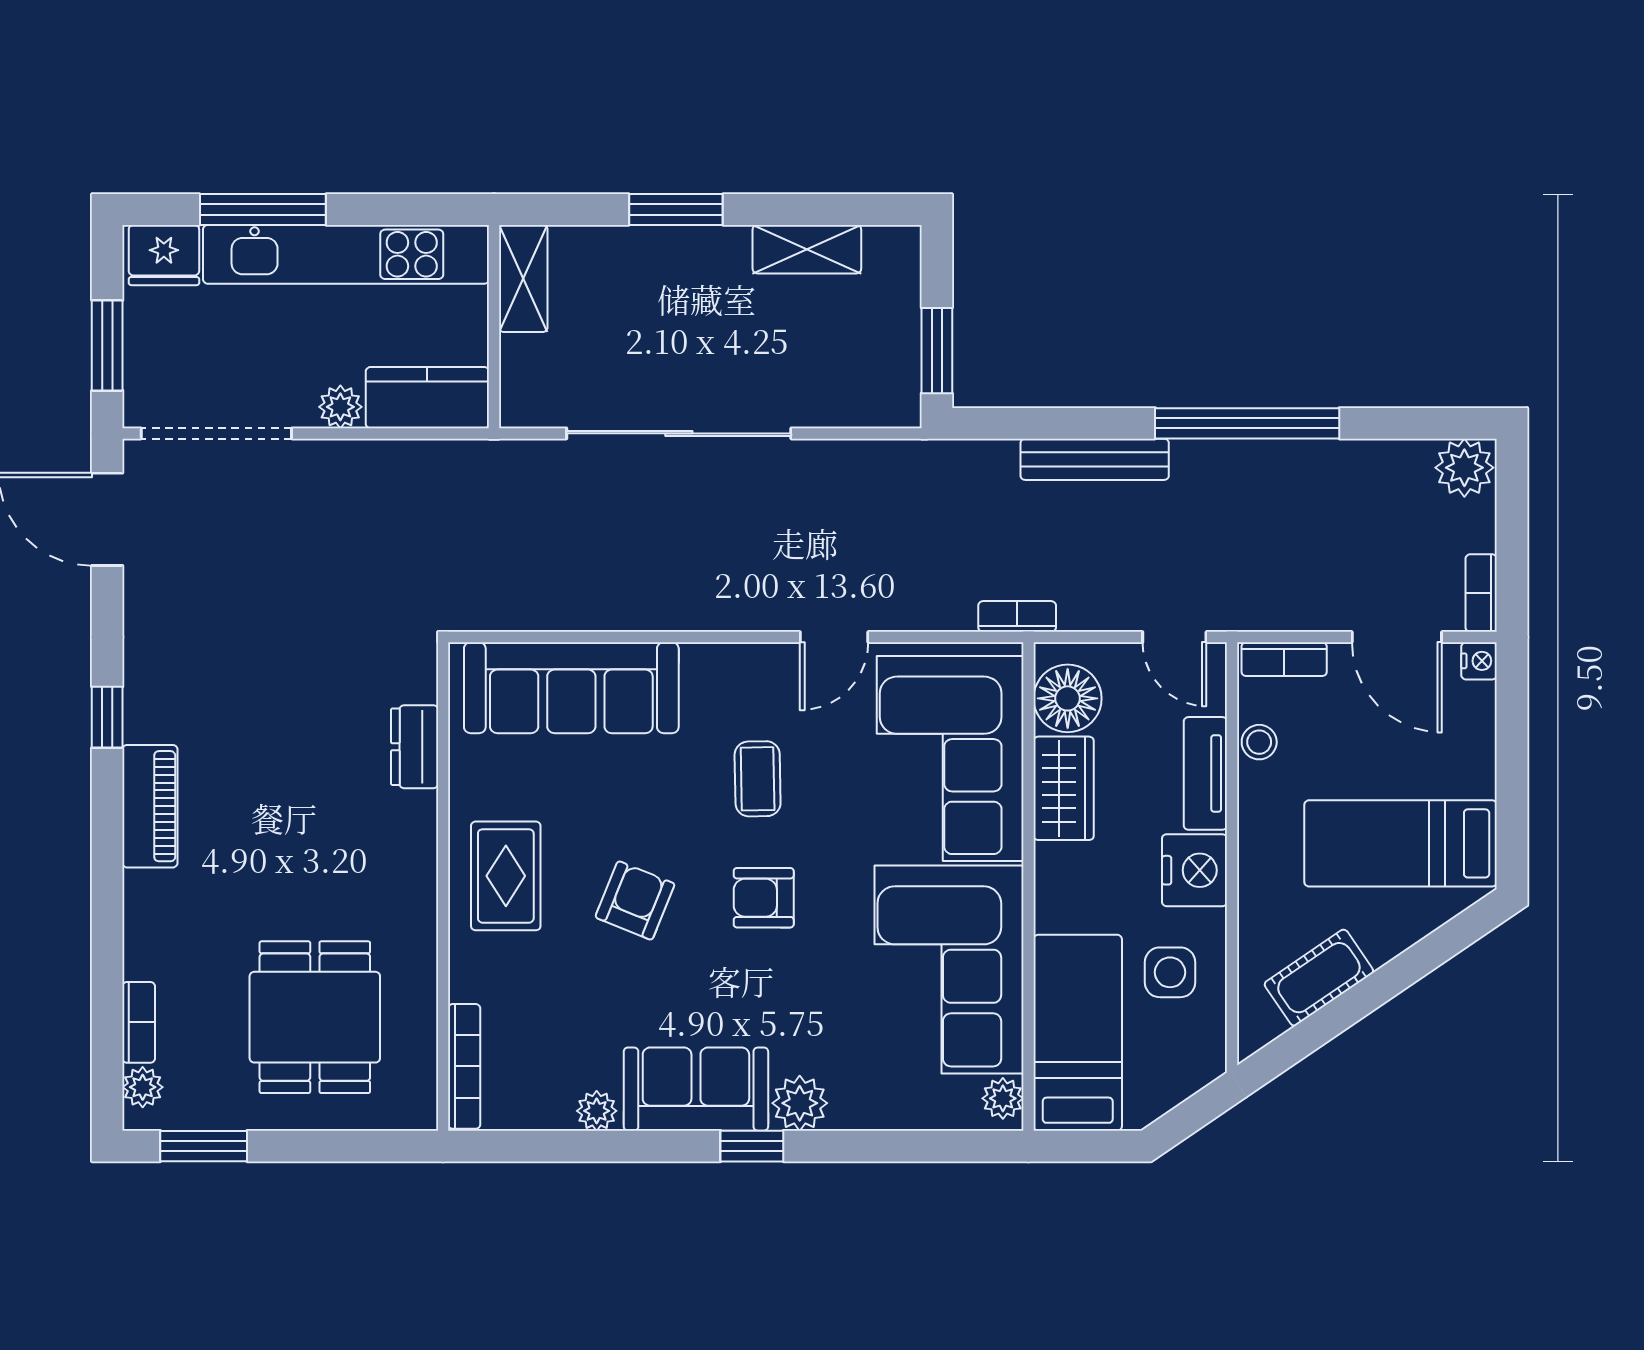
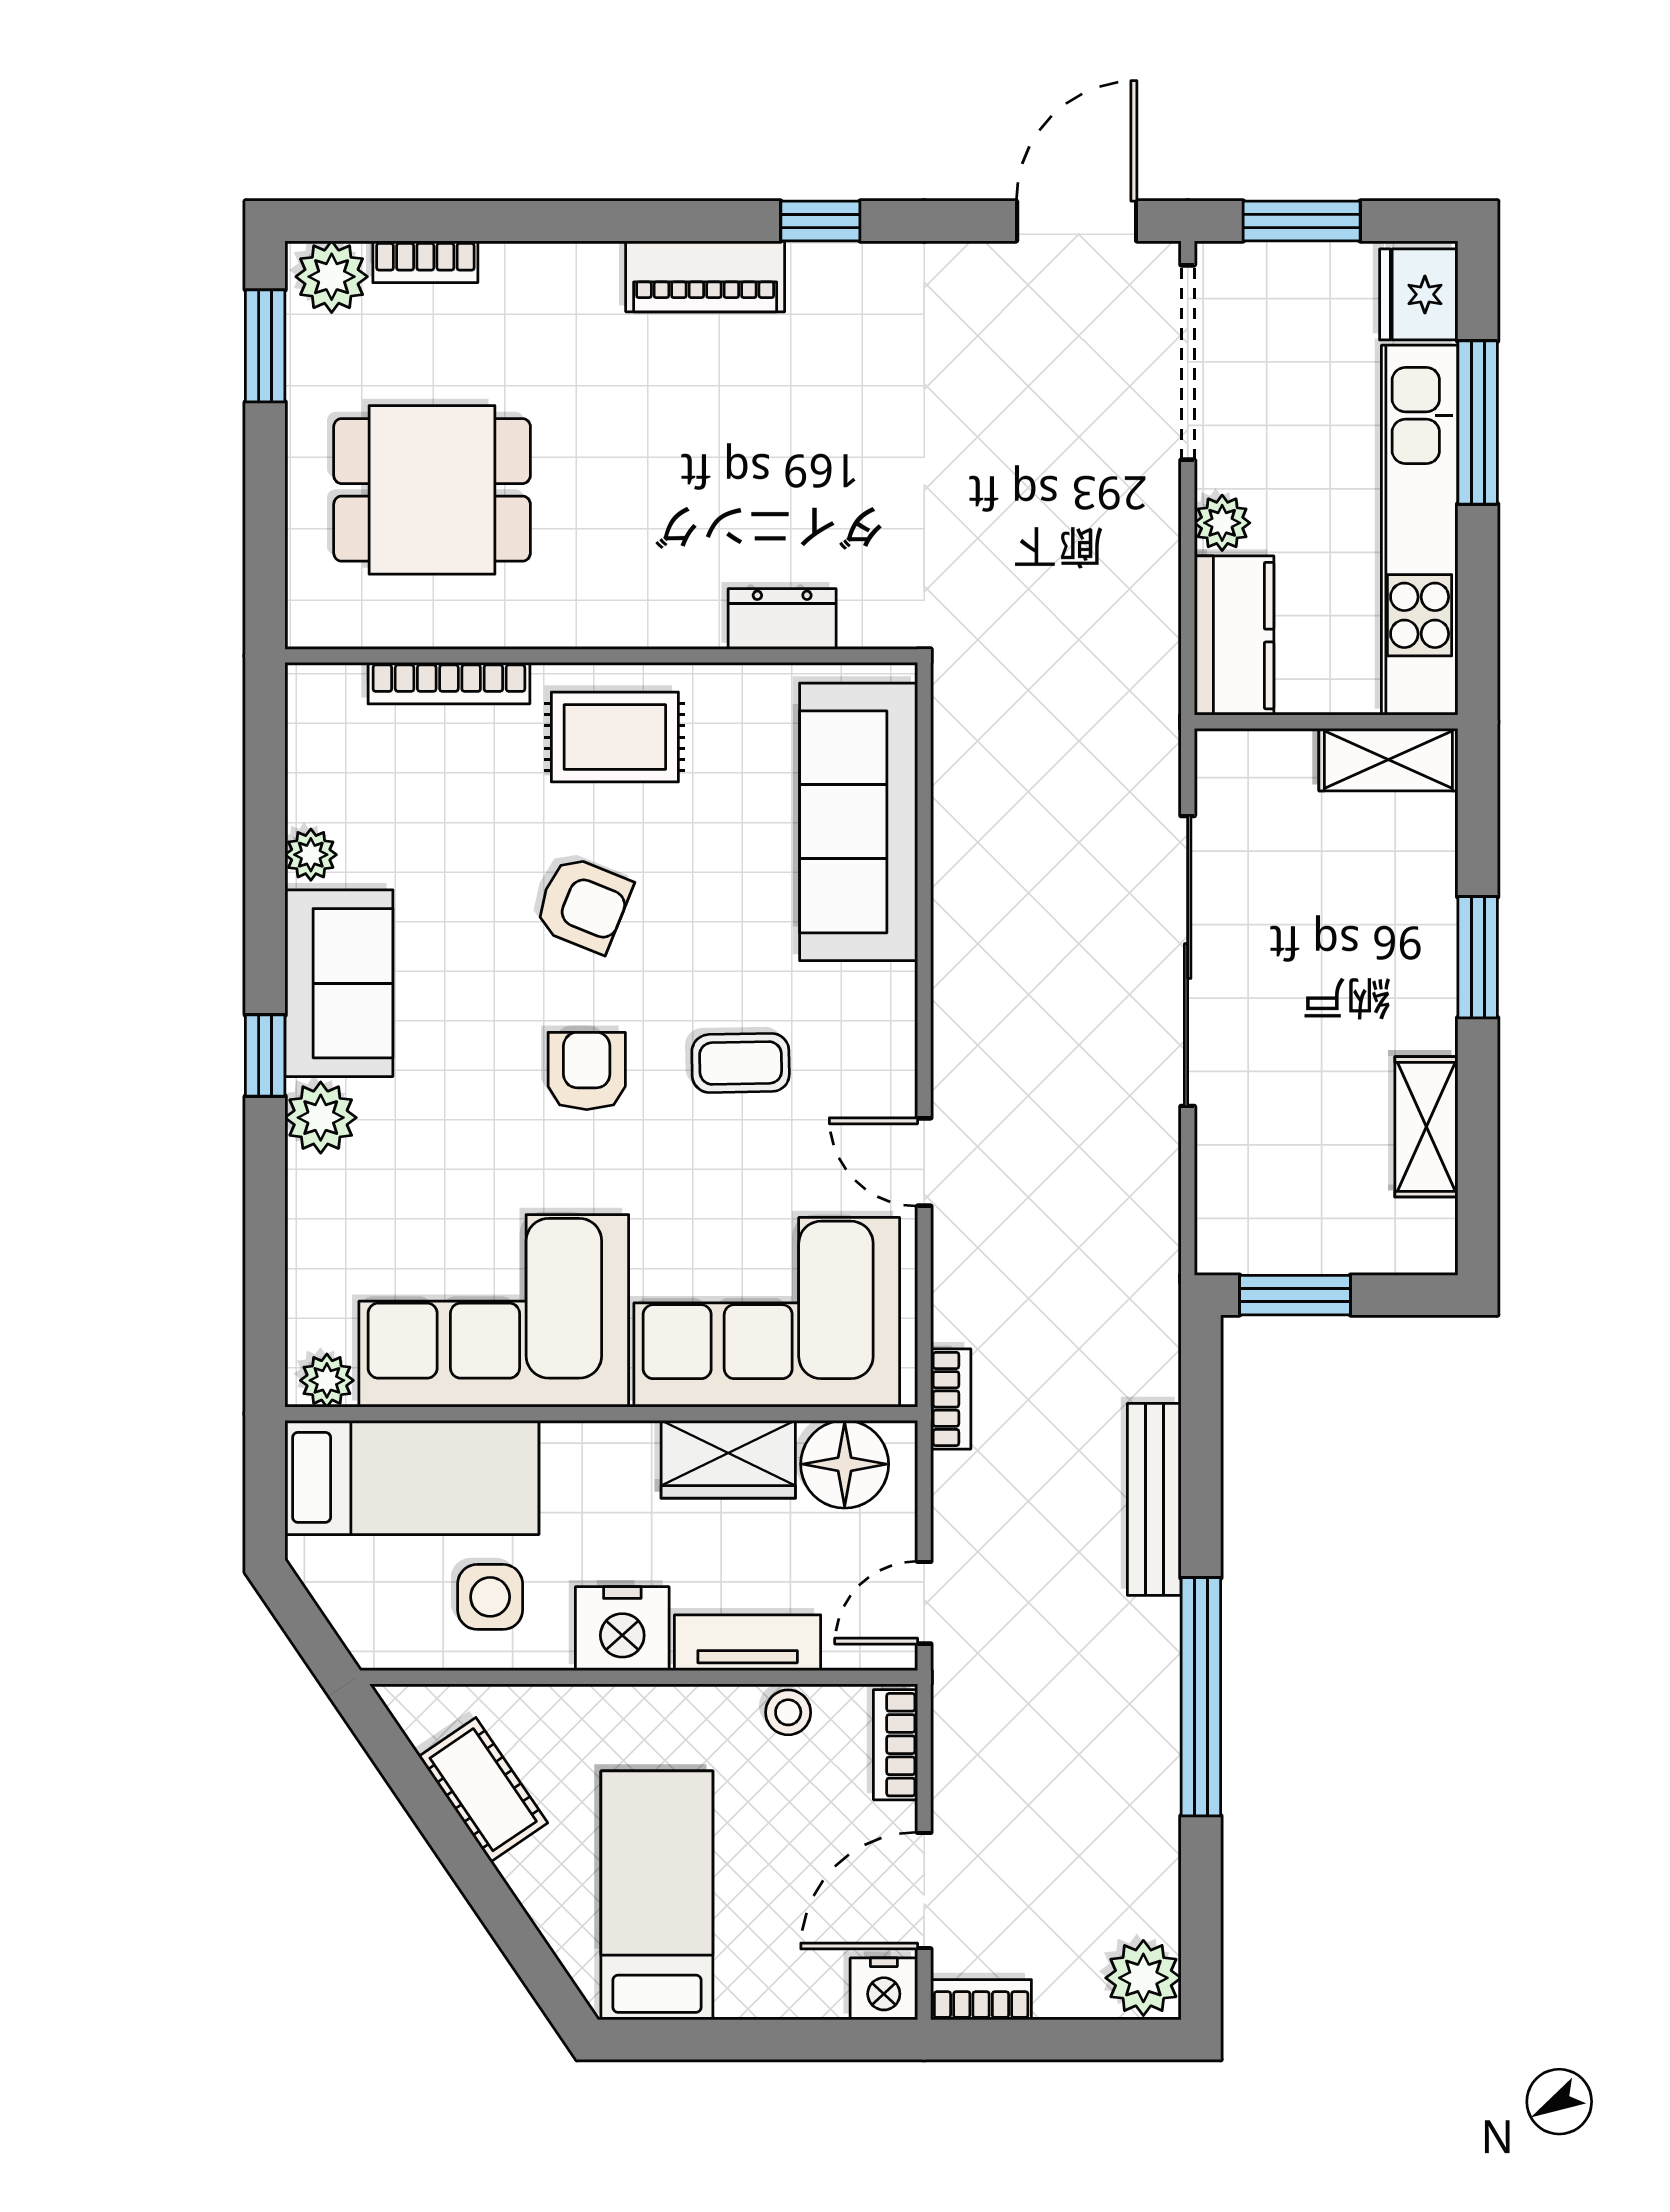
nightstand: (1479, 661) -> (884, 1989), width x1.39, depth x1.35
bookcase: (464, 1066) -> (449, 683), moved
plant: (143, 1087) -> (332, 277), width x1.38, depth x1.38

